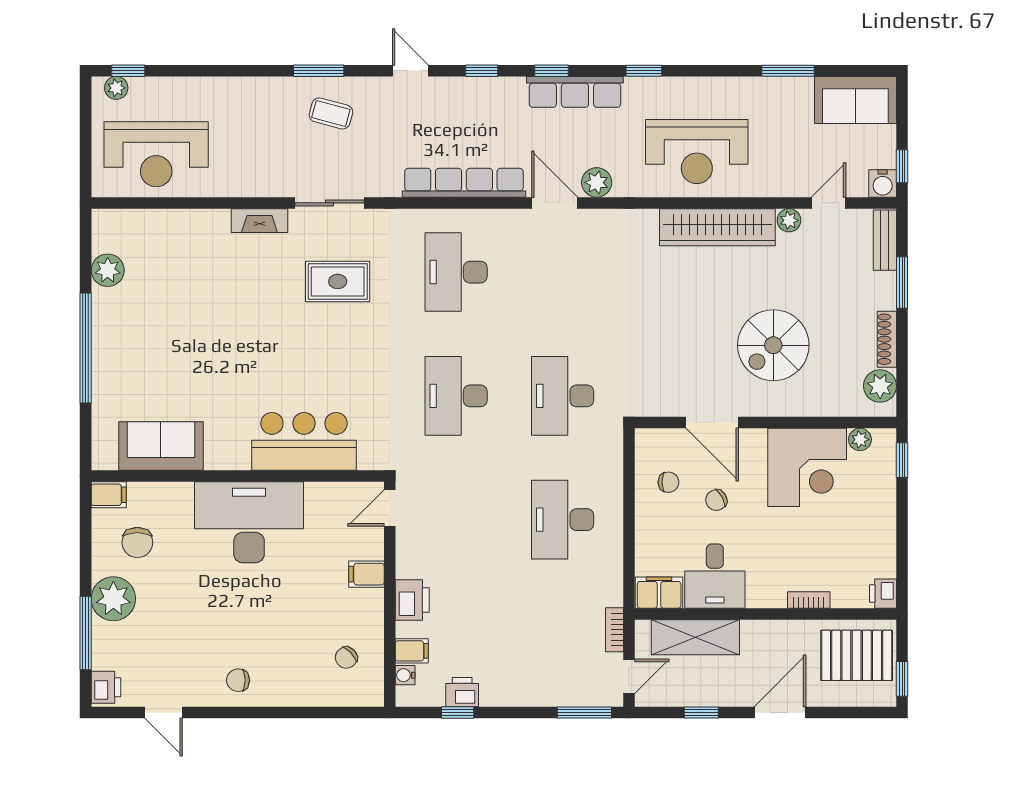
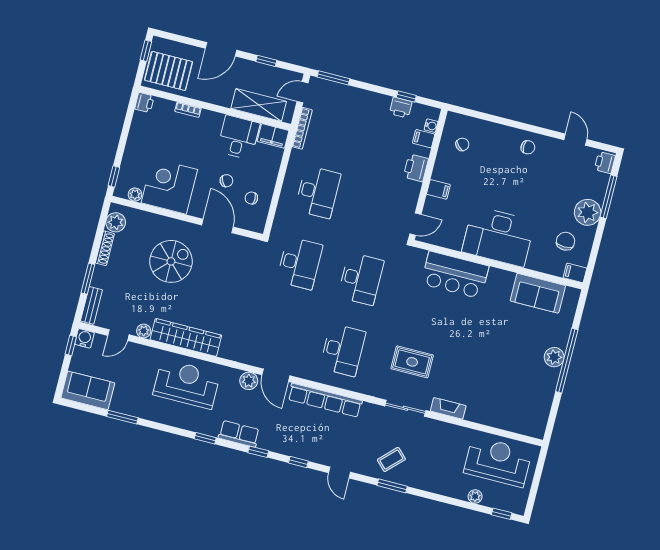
plant: (116, 88) -> (475, 496), moved
row of seats: (575, 92) -> (239, 434), width x0.68
coffee table: (331, 113) -> (391, 459), turned -60
plant: (108, 270) -> (554, 357), moved
bookcase: (614, 630) -> (302, 128), width x1.56

